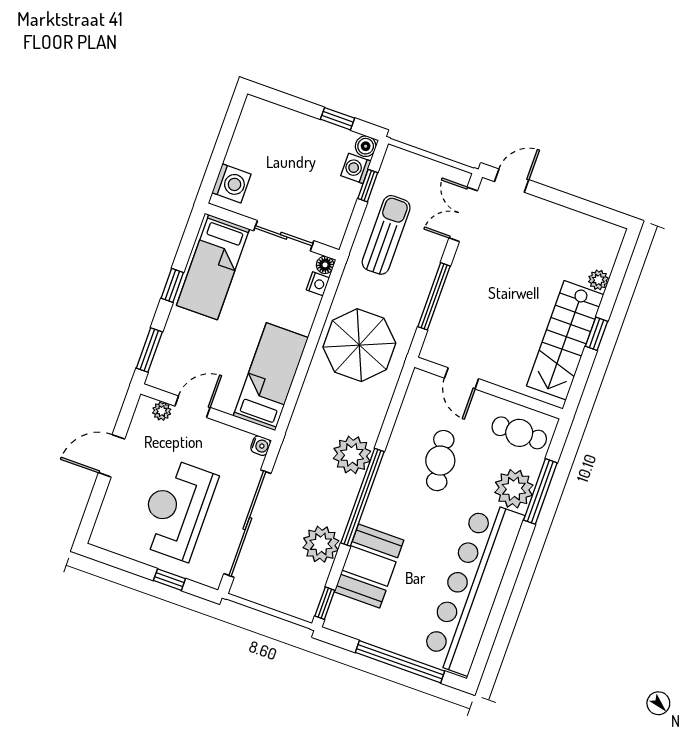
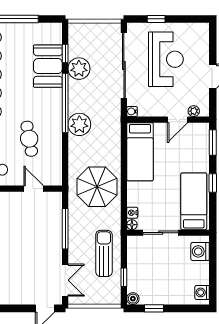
washing machine: (356, 168) -> (202, 292), moved, turned 180
sun lounger: (386, 235) -> (104, 253), turned 180
window: (325, 603) -> (65, 54), moved

